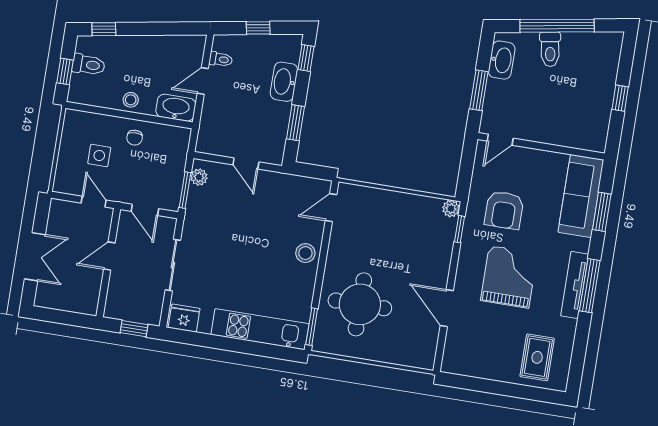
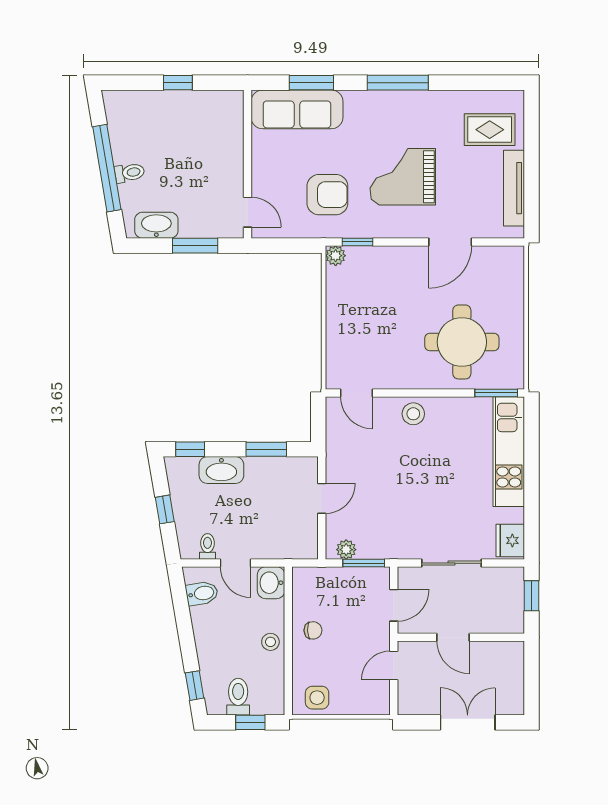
bidet: (182, 48) -> (202, 593), added
toilet: (550, 49) -> (130, 173), width x0.73, depth x0.72
washbasin: (176, 108) -> (271, 583), width x0.72
side table: (99, 156) -> (317, 698), moved
tv unit: (575, 285) -> (514, 188), moved, turned 90

